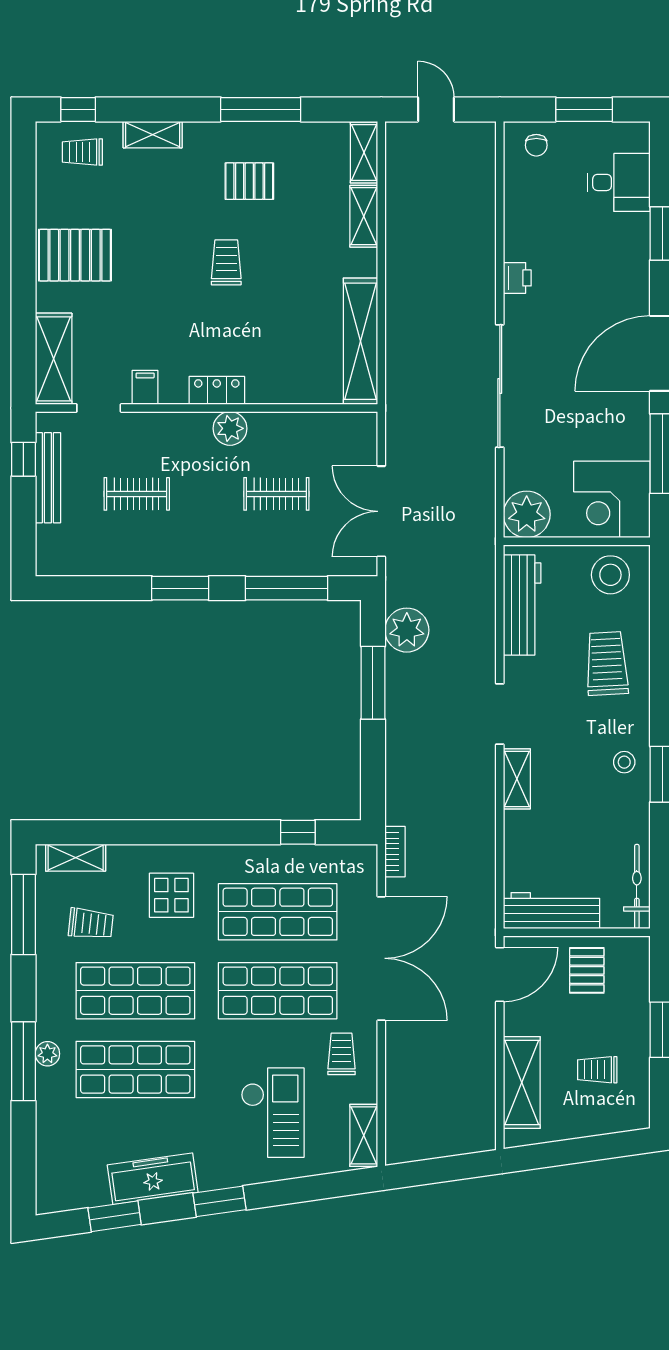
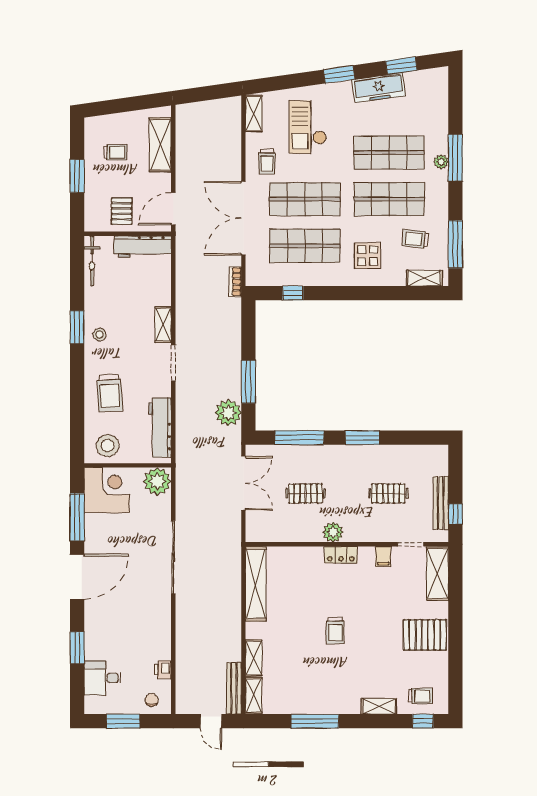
bench: (397, 165) -> (234, 688), added
pallet: (249, 181) -> (322, 679), removed
printer: (517, 278) -> (163, 670), moved

